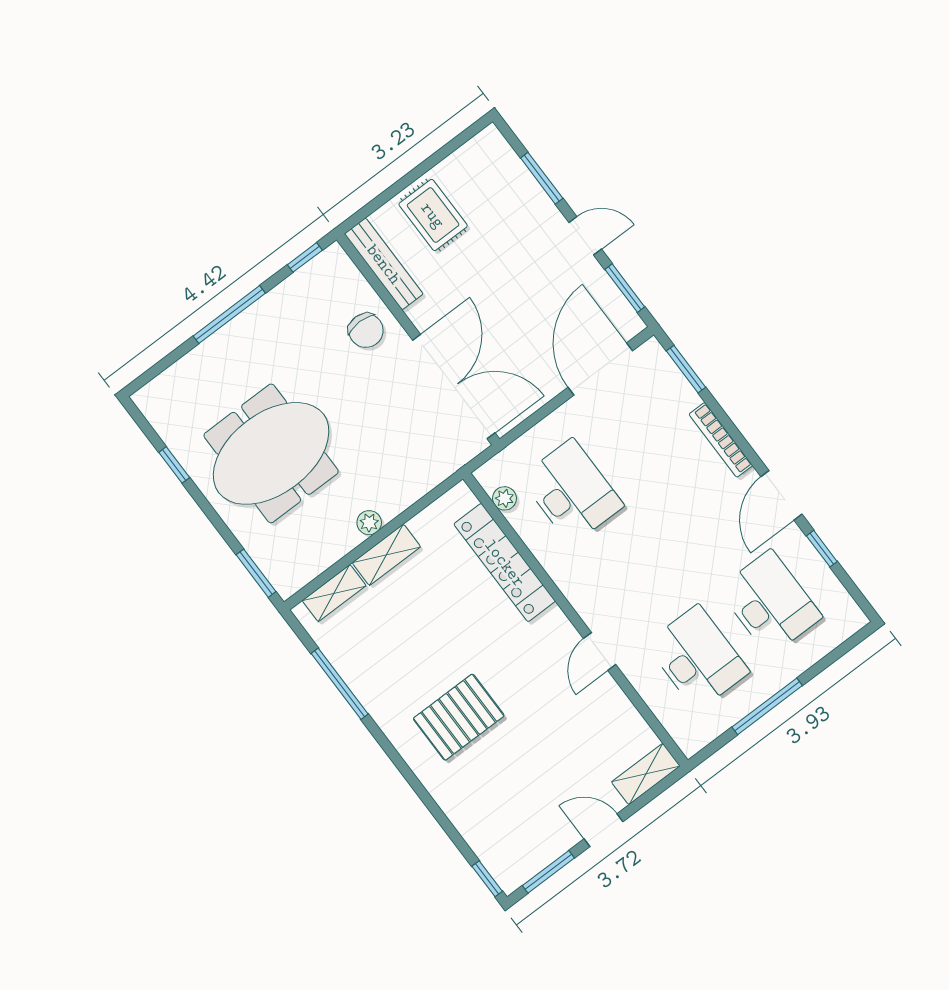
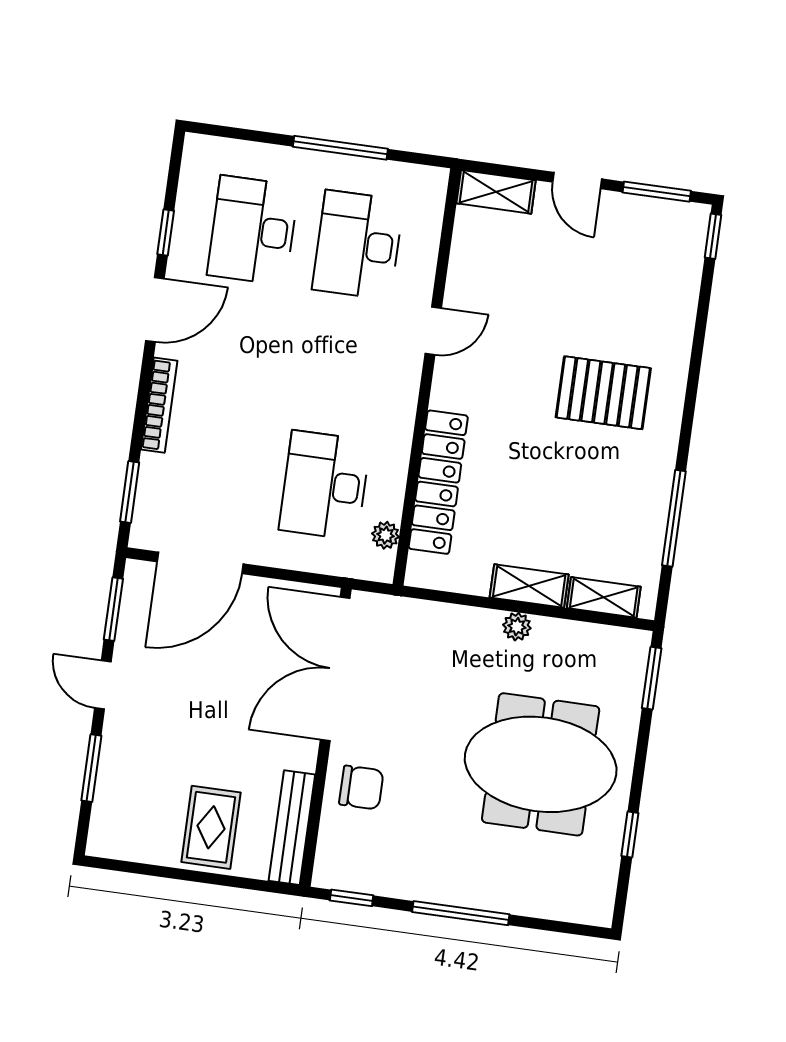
chair: (366, 330) -> (361, 788), turned 90

